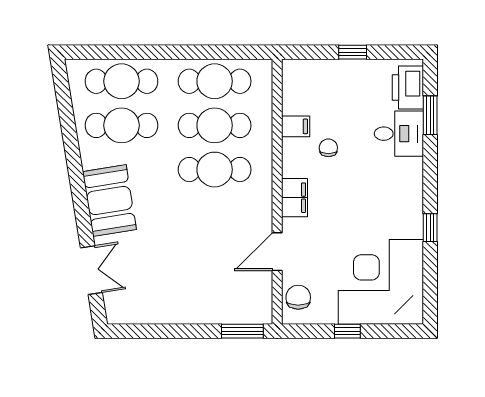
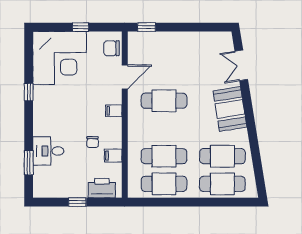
printer: (408, 88) -> (102, 188), moved, turned -90
cafe table: (215, 170) -> (164, 101), moved
filing cabinet: (295, 198) -> (114, 111), width x0.50
chair: (298, 297) -> (111, 48), turned 90
window: (242, 331) -> (147, 27), width x0.67

